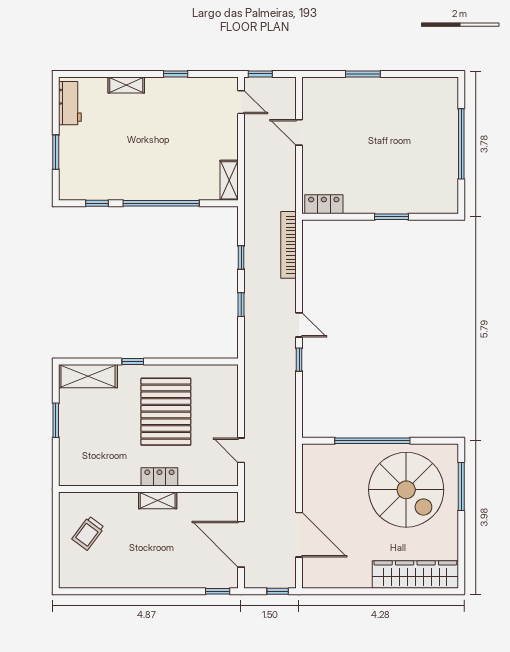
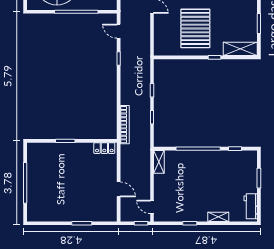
door: (299, 325) -> (119, 31), moved

